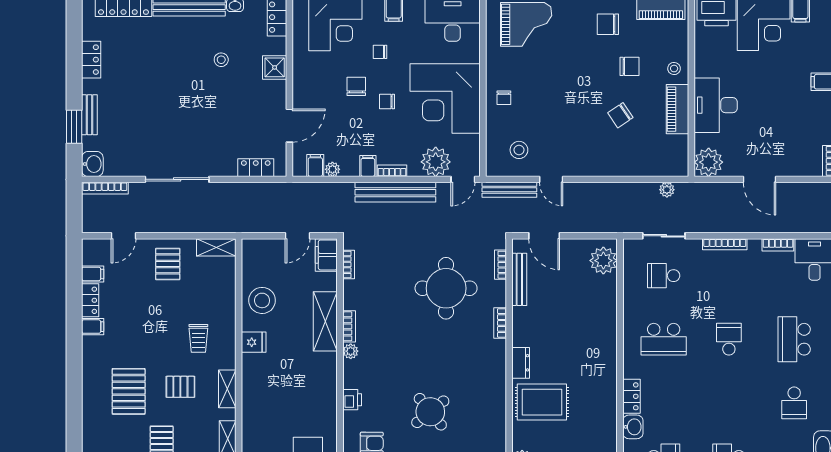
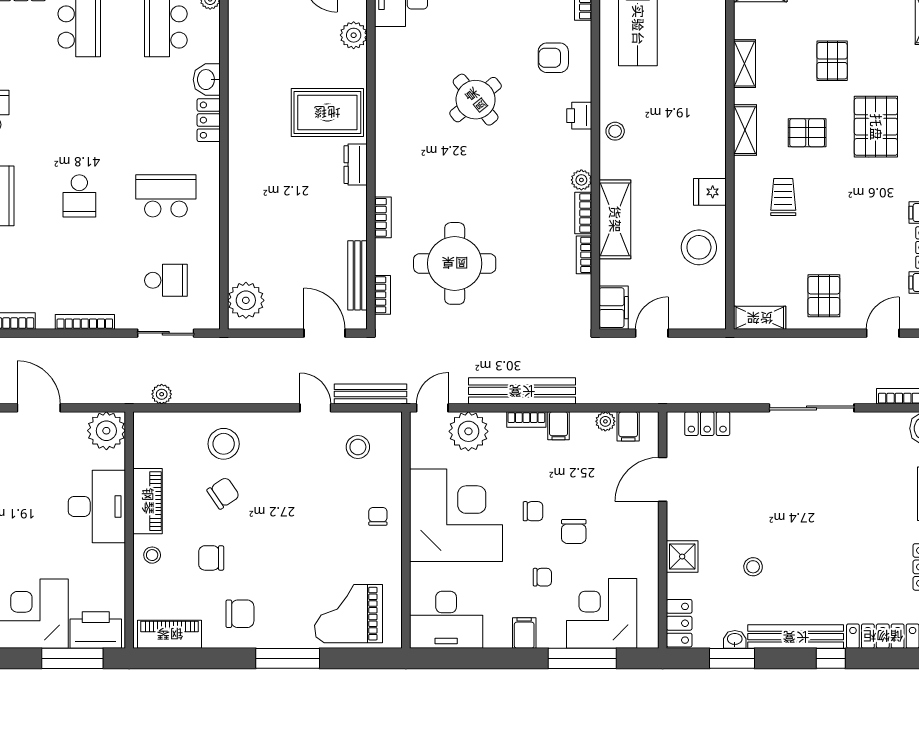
stool: (620, 152) -> (224, 444), added
bookcase: (349, 265) -> (584, 255), moved
stool: (325, 388) -> (615, 131), added

